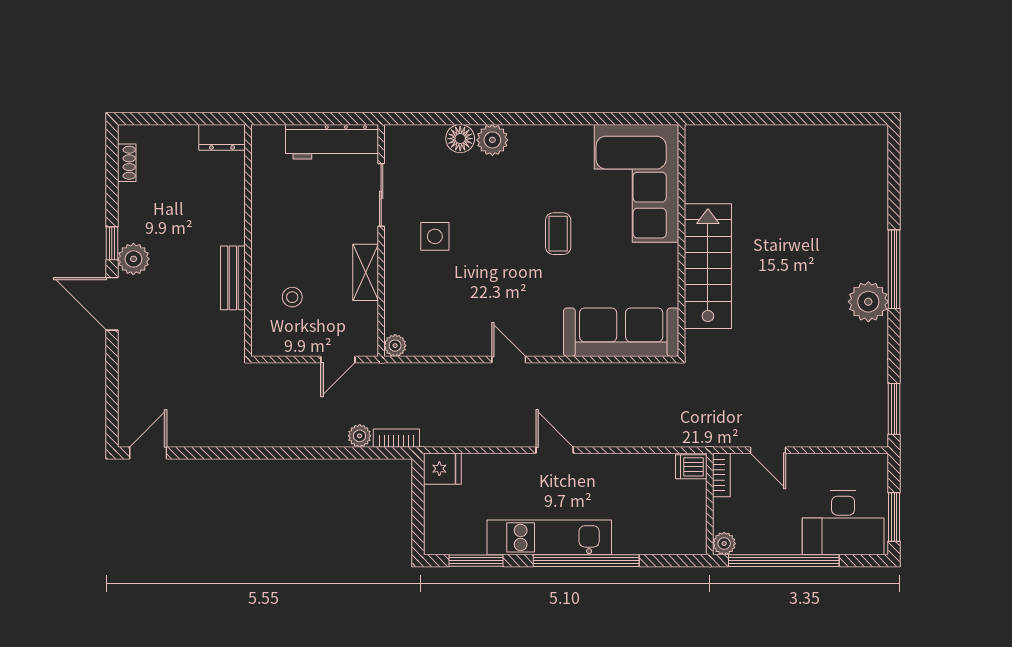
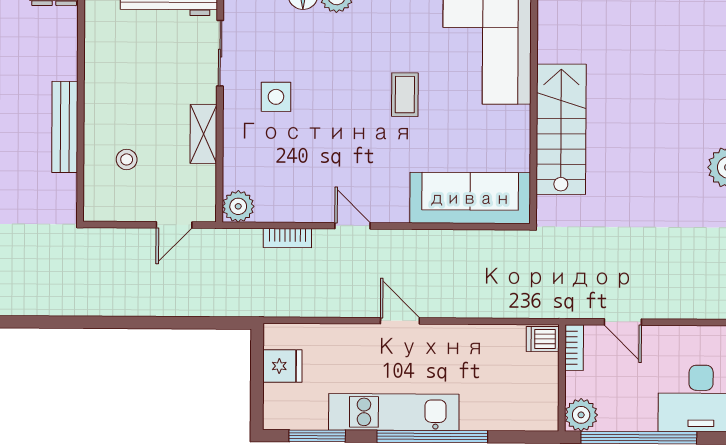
bench: (233, 278) -> (65, 127), width x1.36
plant: (395, 346) -> (238, 206), width x1.38, depth x1.38
plant: (360, 436) -> (196, 305), removed
bookcase: (396, 438) -> (287, 238), moved, turned 180
fridge: (442, 469) -> (282, 366), moved
plant: (724, 544) -> (581, 415), width x1.38, depth x1.38

